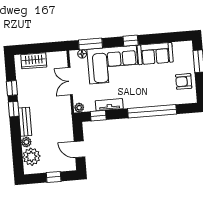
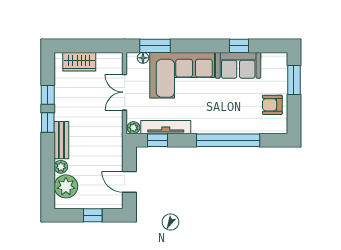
window: (131, 41) -> (239, 46), moved
tv unit: (109, 105) -> (166, 127), width x1.41

